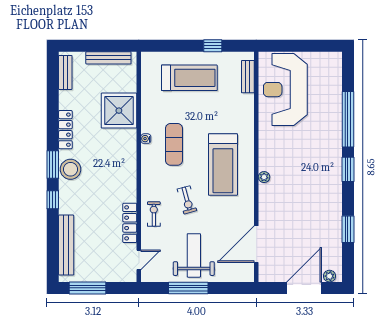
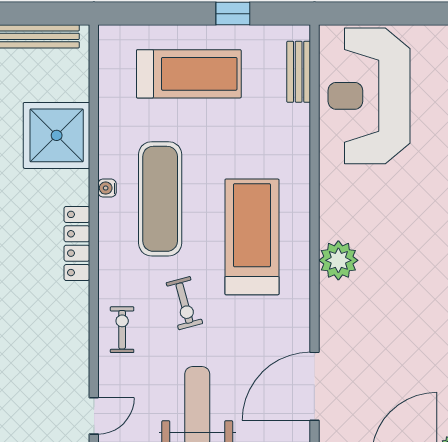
exercise mat: (174, 144) -> (160, 199), width x1.36, depth x1.45
treadmill: (223, 165) -> (252, 237), turned 180
plant: (264, 177) -> (338, 260), width x1.87, depth x1.87
locker: (130, 223) -> (77, 243), moved

